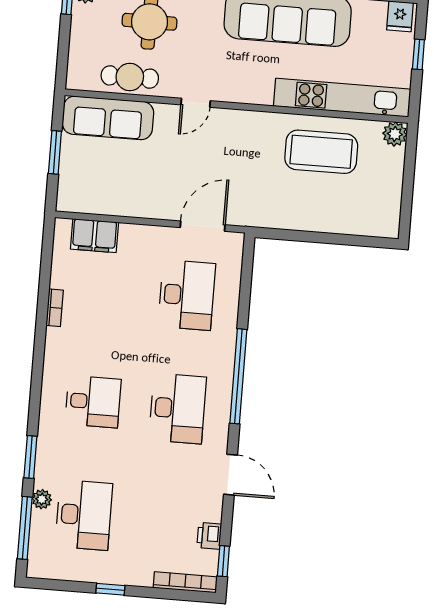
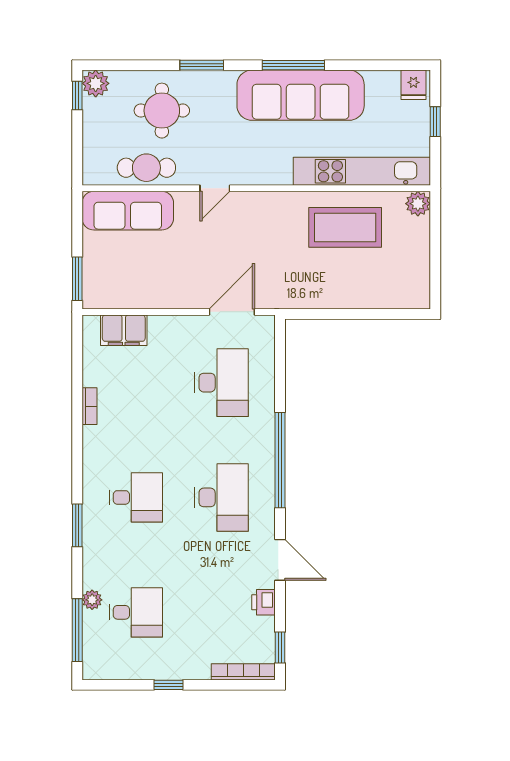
window: (55, 152) -> (77, 279), moved
window: (30, 457) -> (77, 525), moved
desk: (84, 515) -> (136, 612), width x0.73
printer: (209, 536) -> (263, 602), moved

